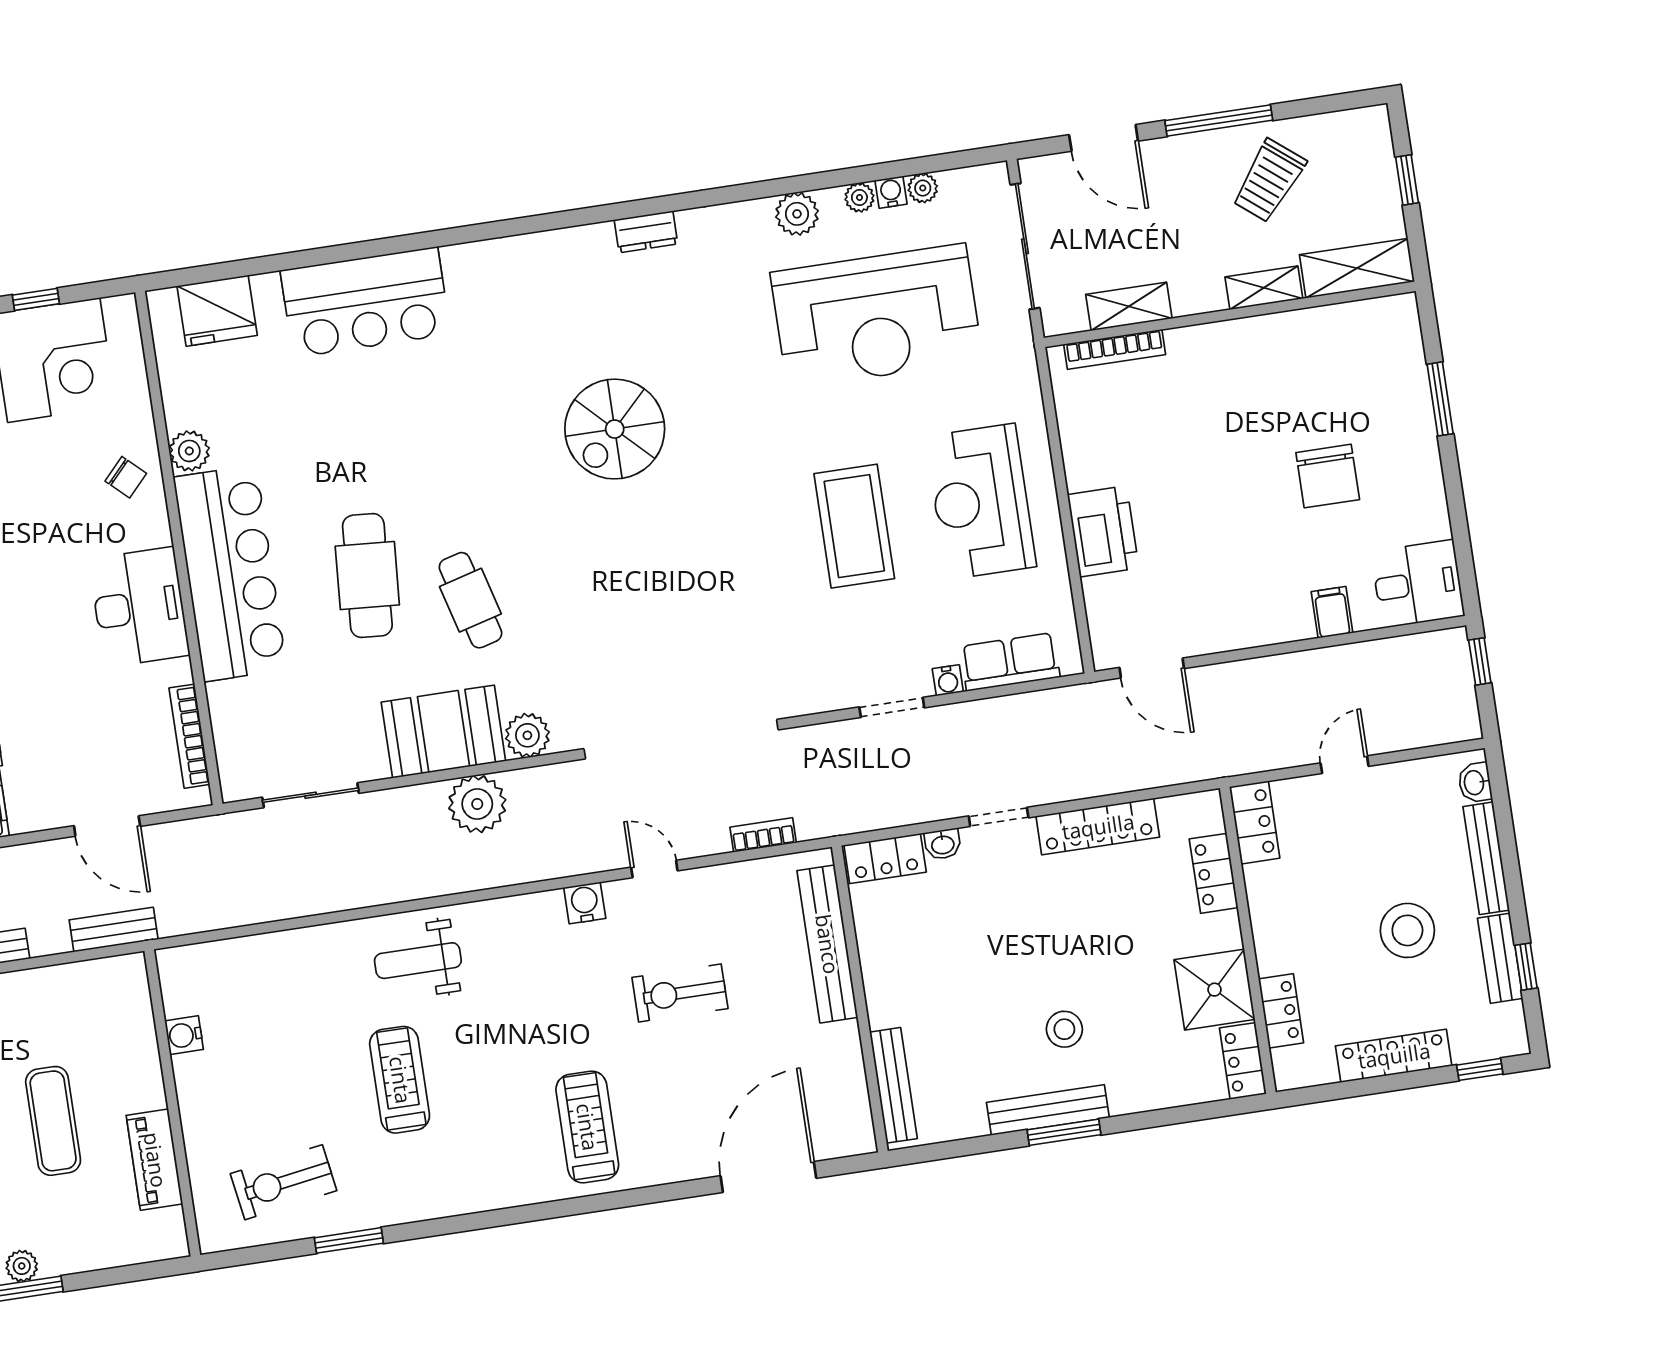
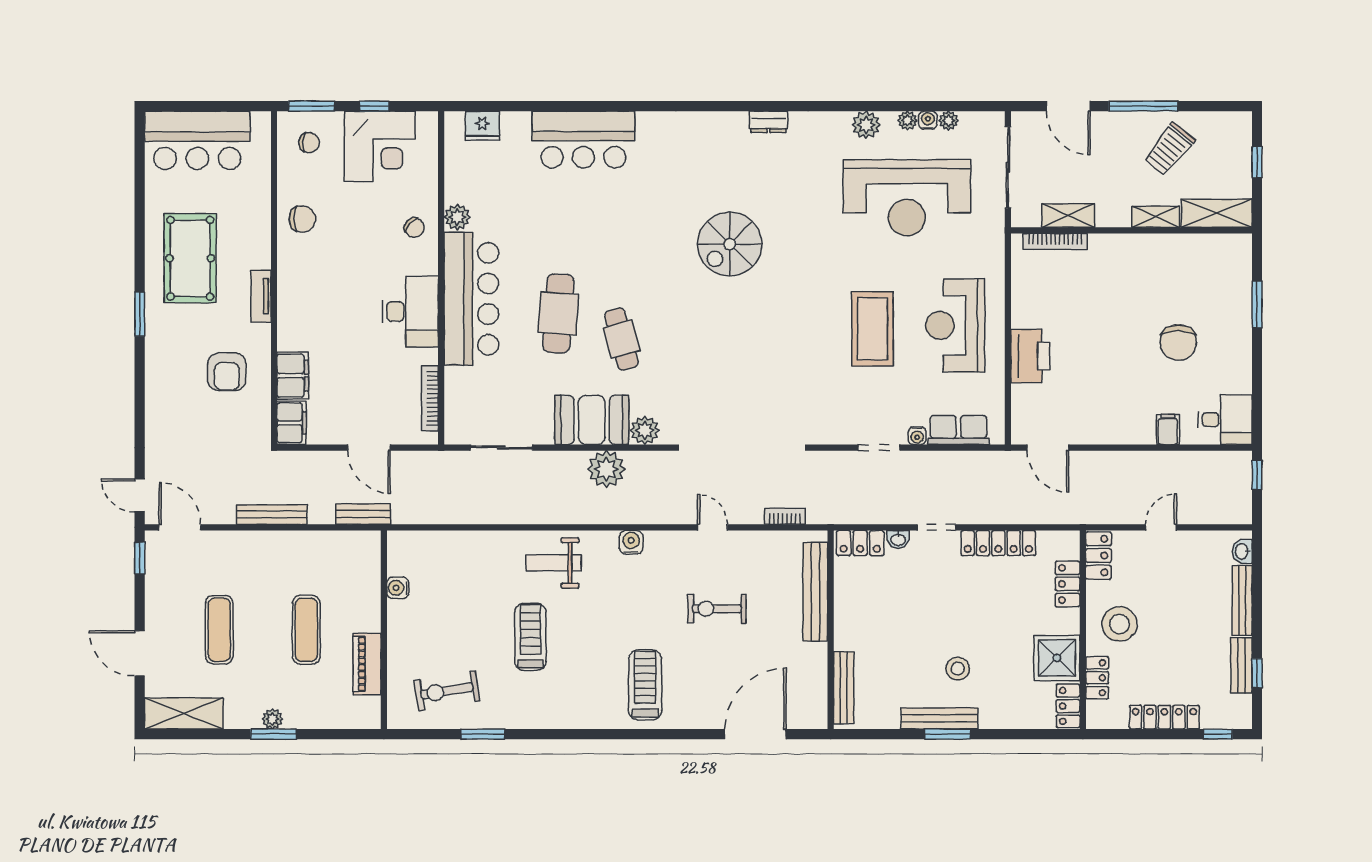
fridge: (217, 311) -> (482, 126), width x0.73, depth x0.75
water cooler: (585, 903) -> (631, 542), moved
stool: (1407, 930) -> (1119, 624), moved

